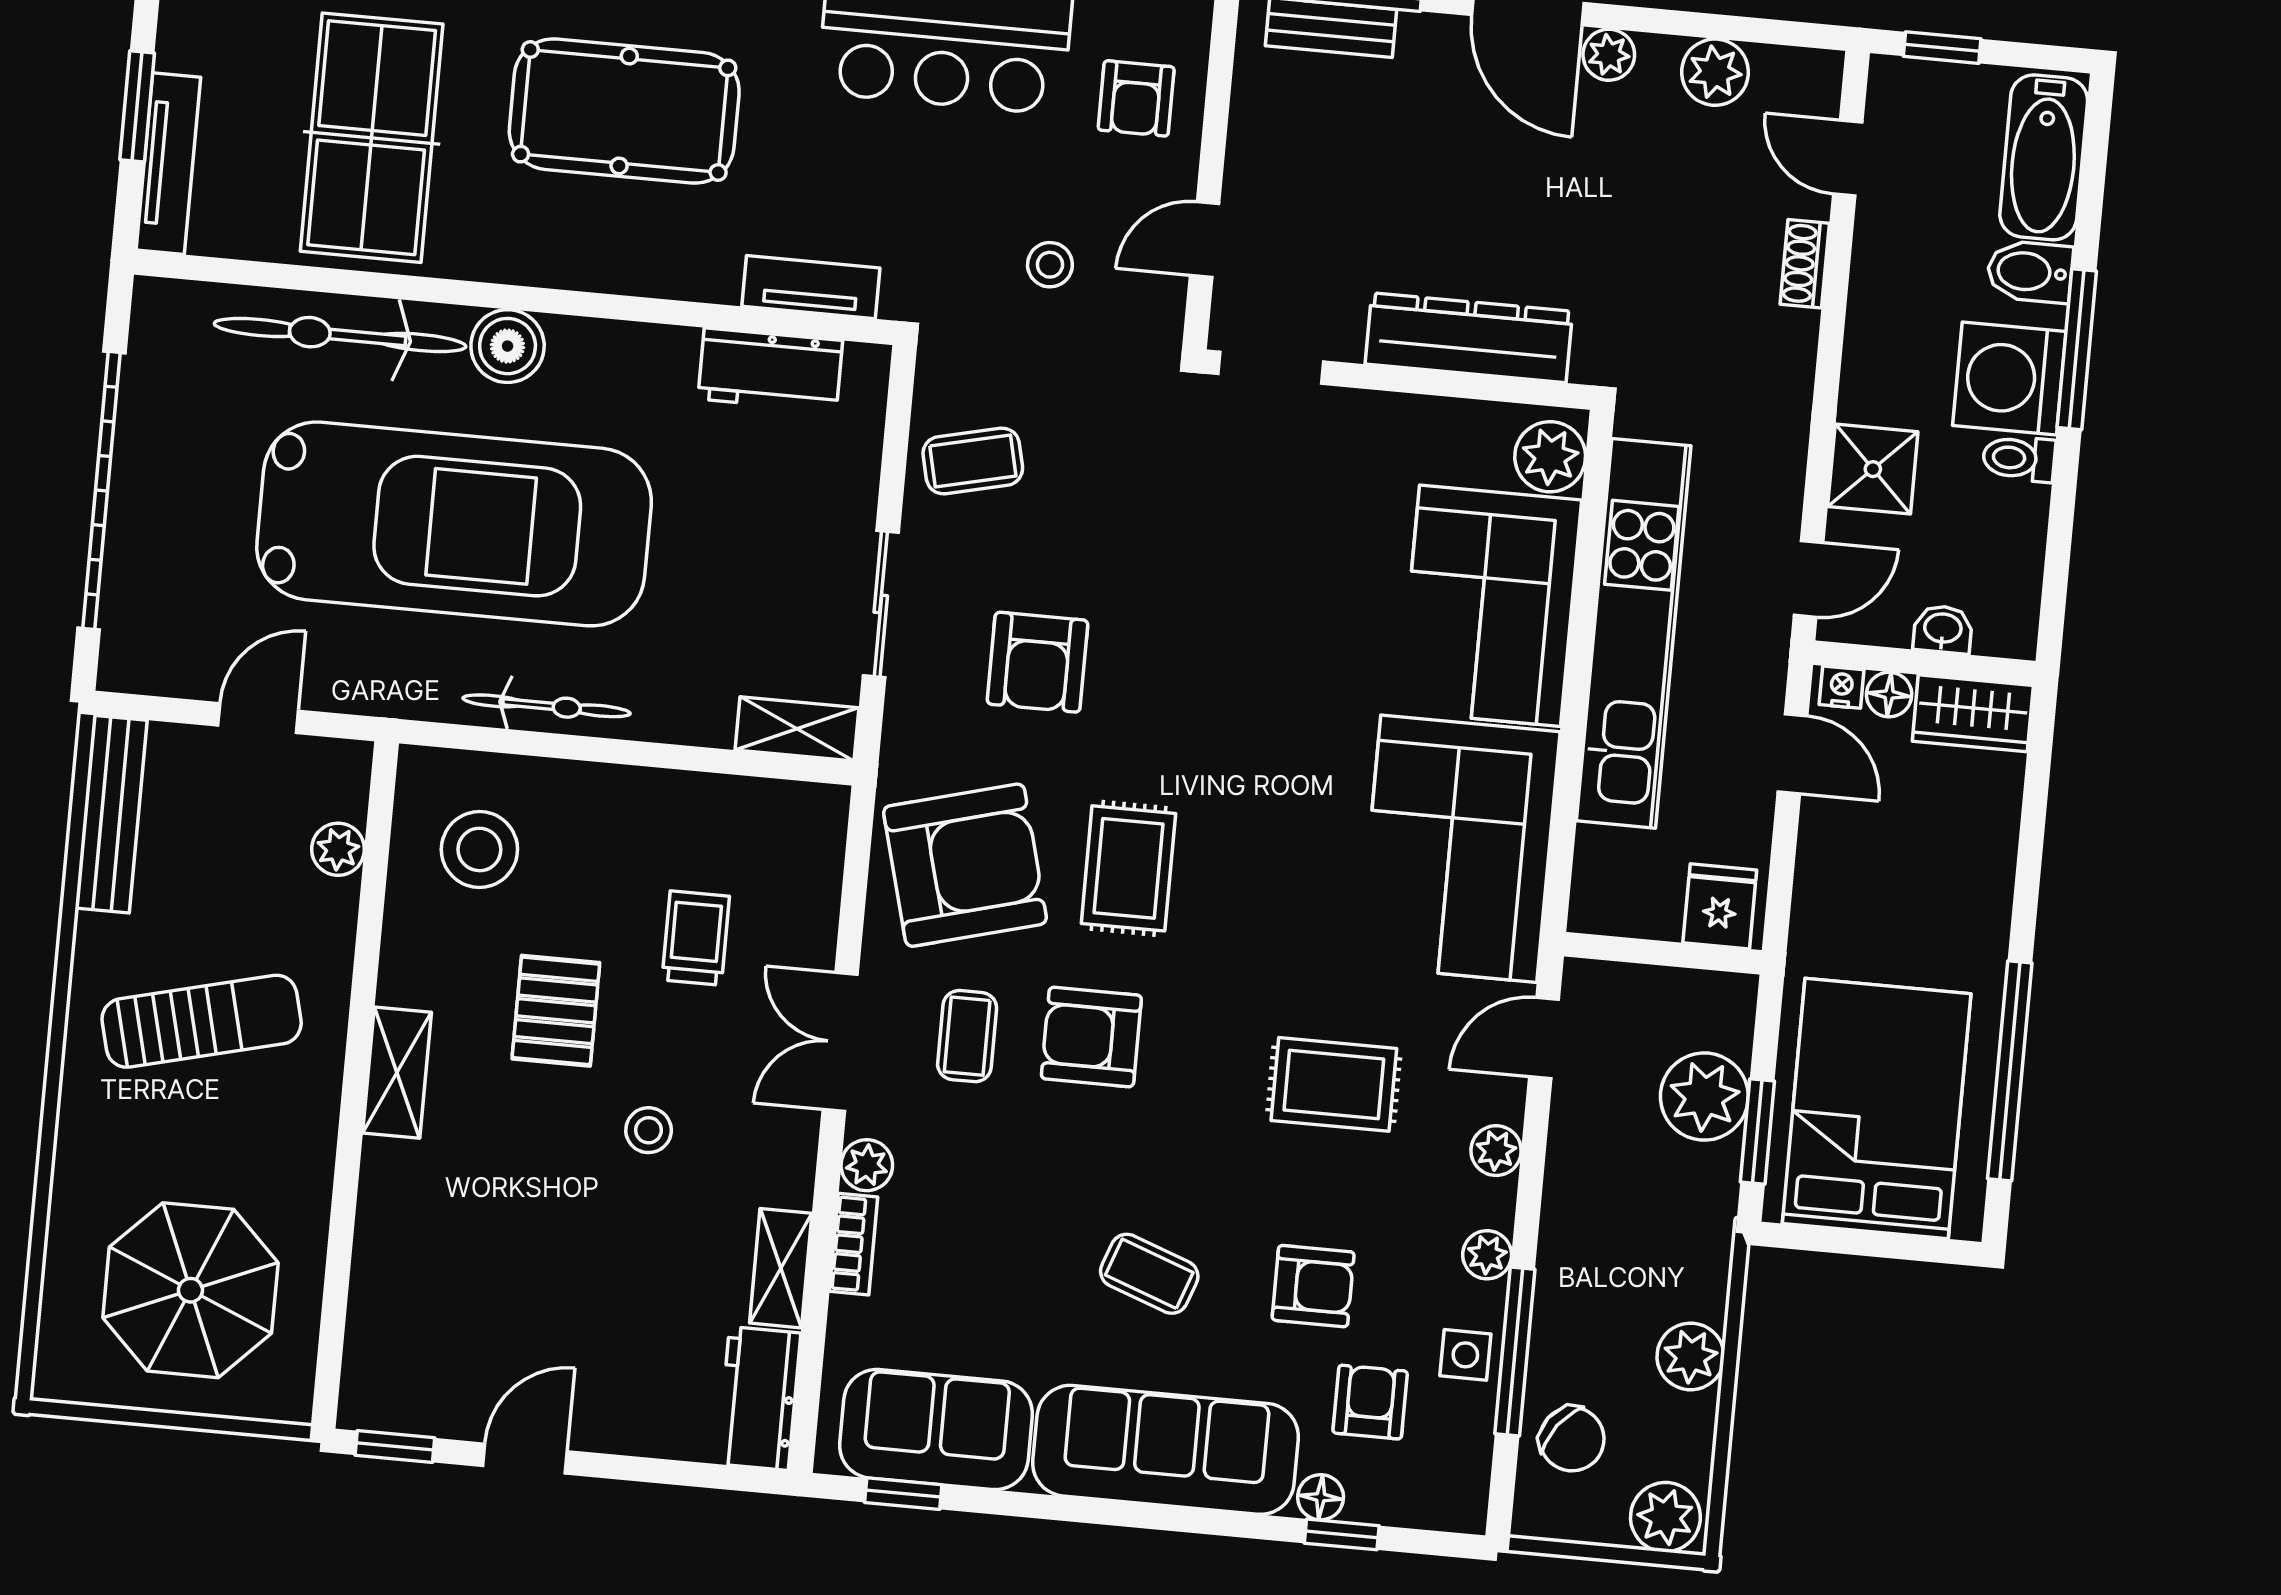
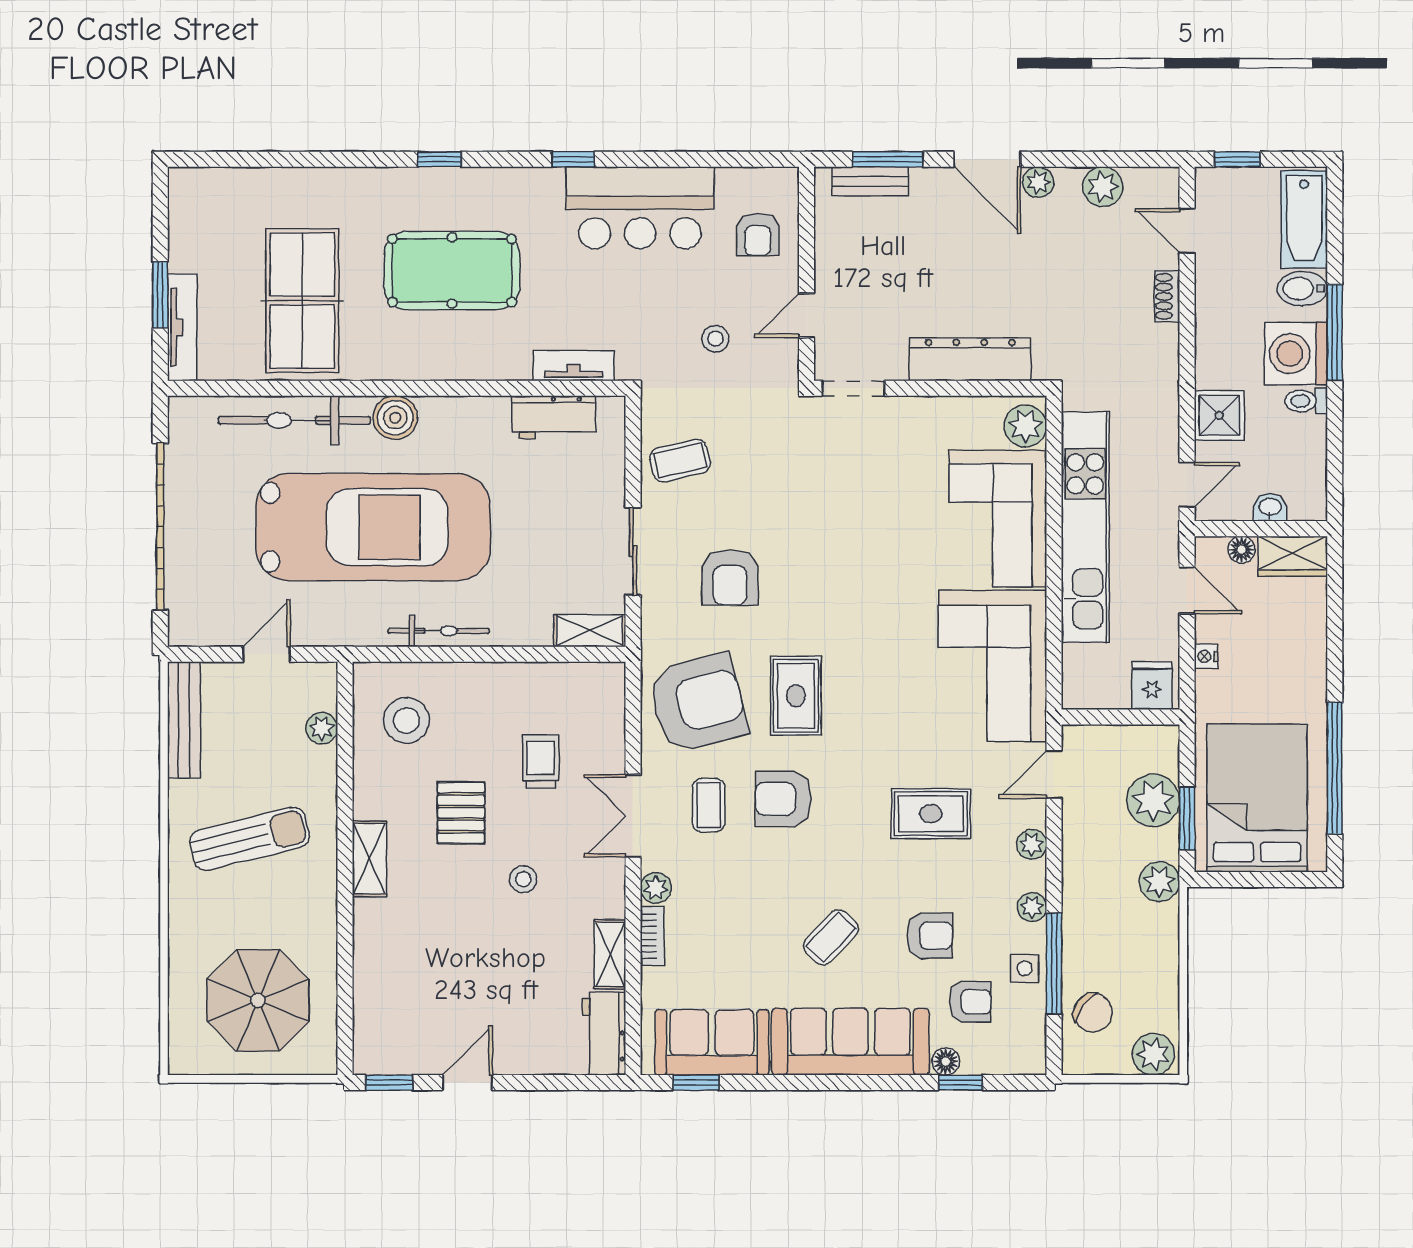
nightstand: (1842, 687) -> (1206, 656), moved, turned -90
coffee table: (1149, 1274) -> (831, 937), turned -66
plant: (1691, 1356) -> (1159, 882), moved
armchair: (1370, 1402) -> (970, 1002), turned 90

